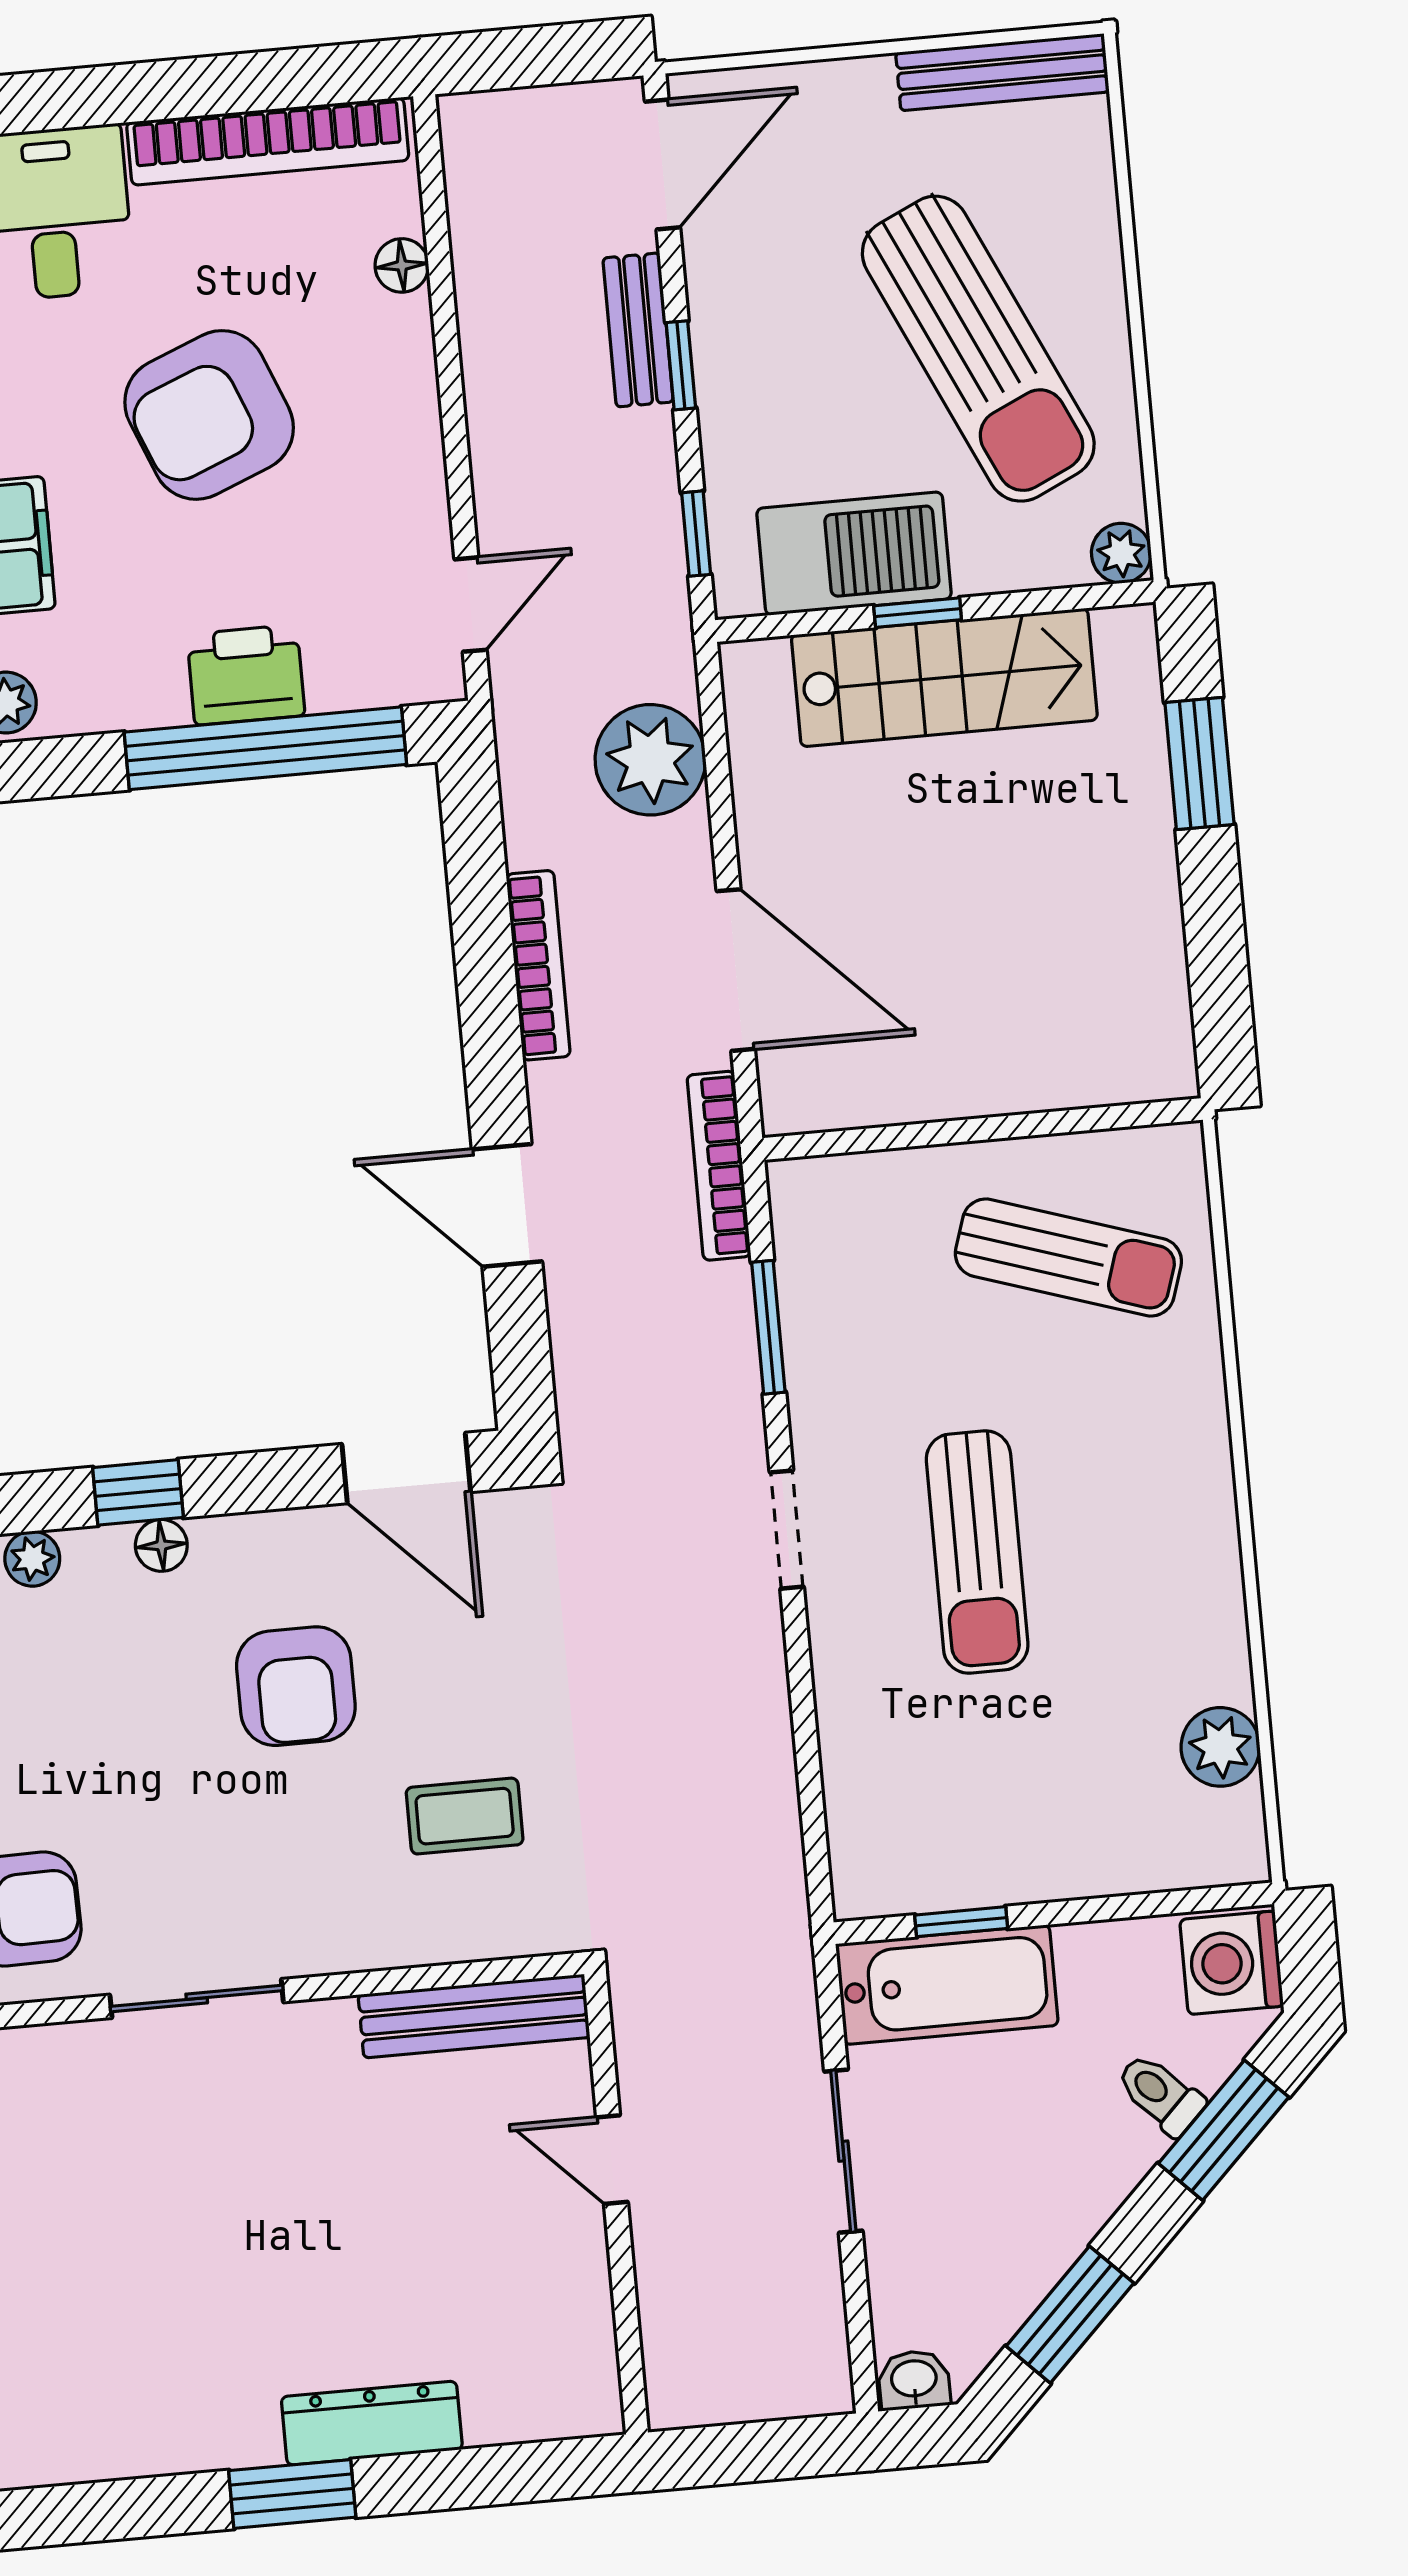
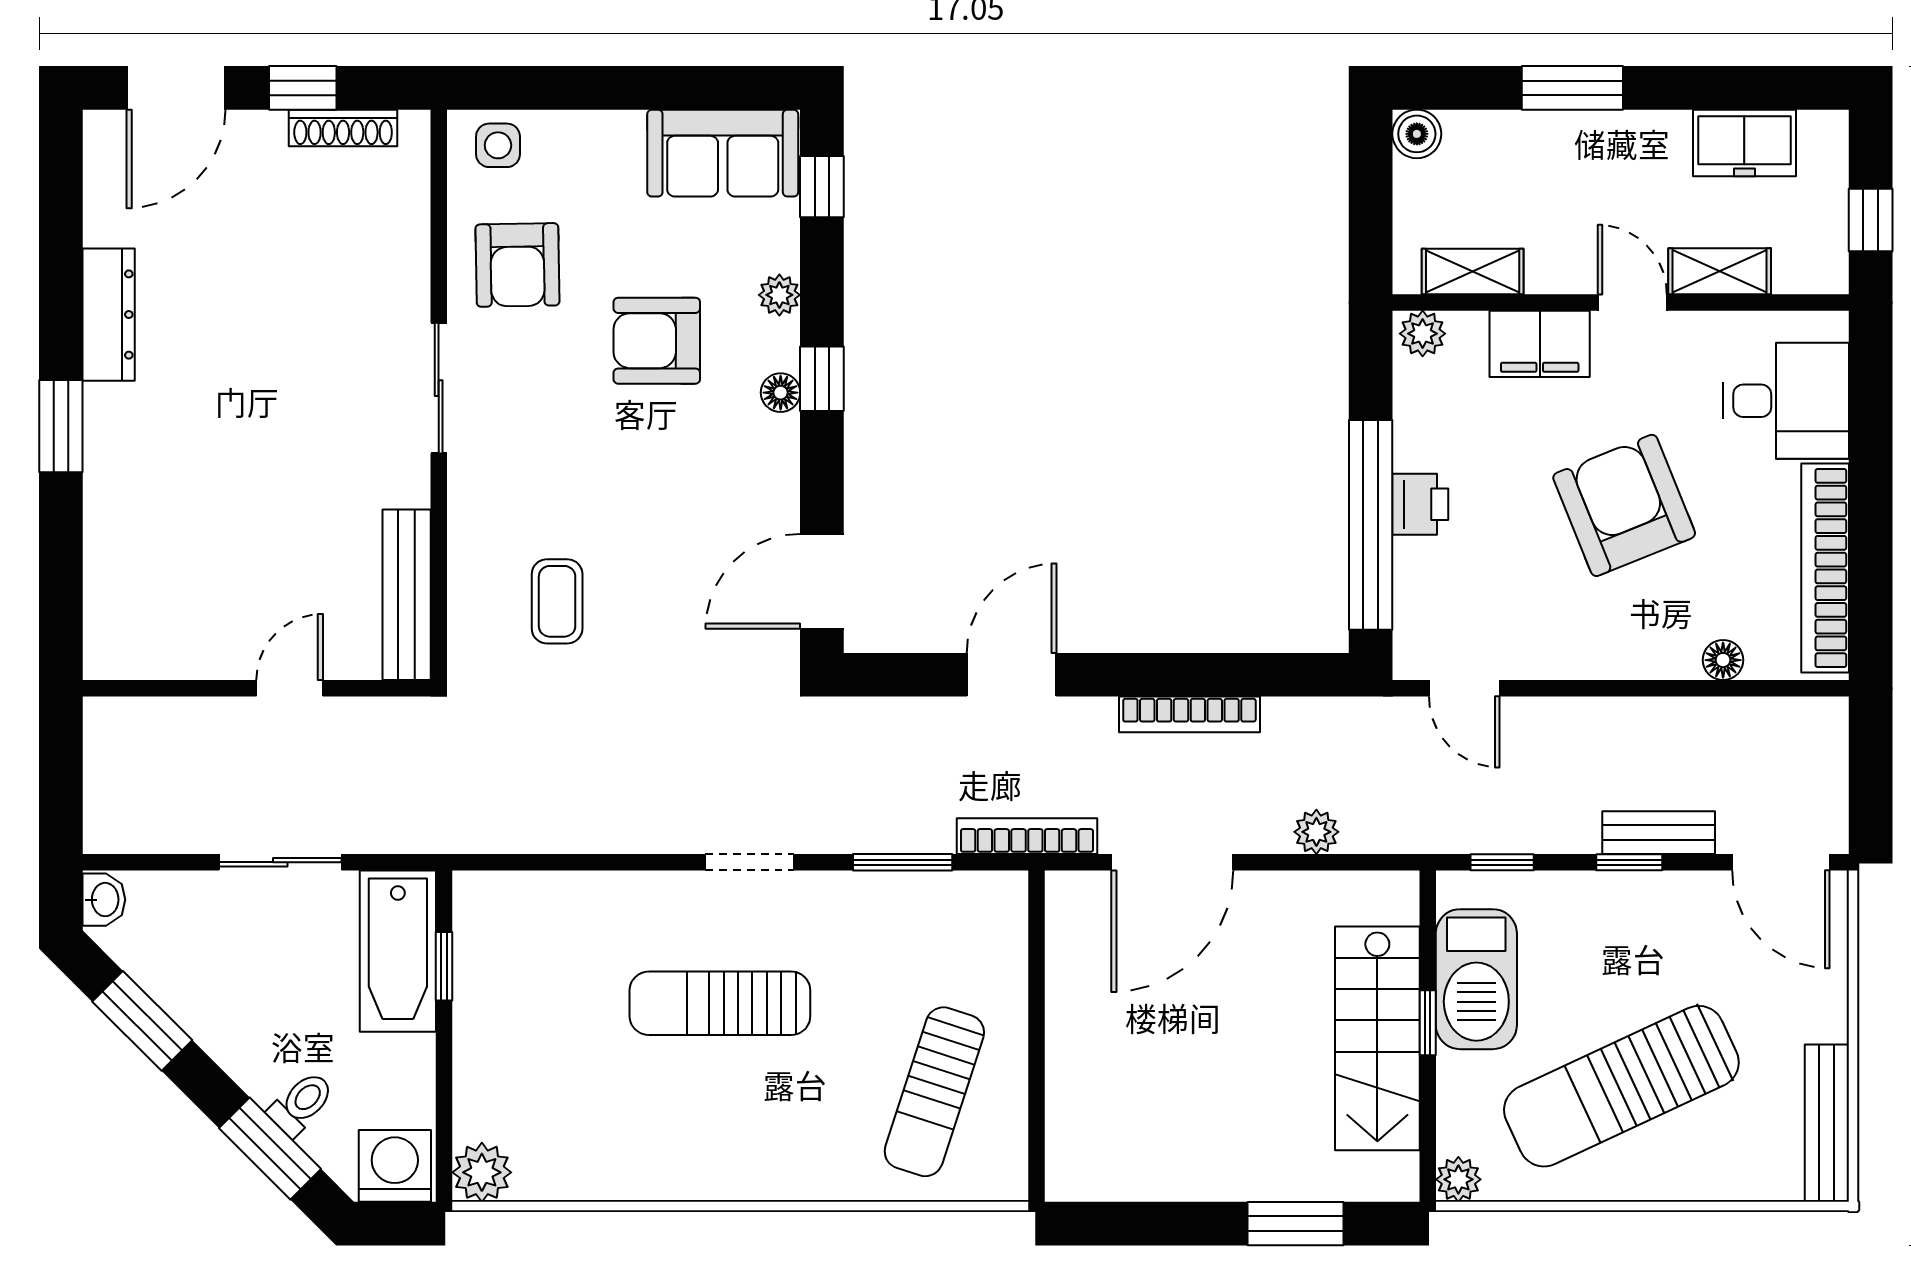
printer: (246, 675) -> (1420, 504), width x0.73, depth x0.81
plant: (650, 760) -> (1316, 832), width x0.53, depth x0.53
armchair: (296, 1686) -> (657, 341), moved
plant: (1220, 1747) -> (482, 1172), moved
dresser: (372, 2423) -> (109, 315), moved

